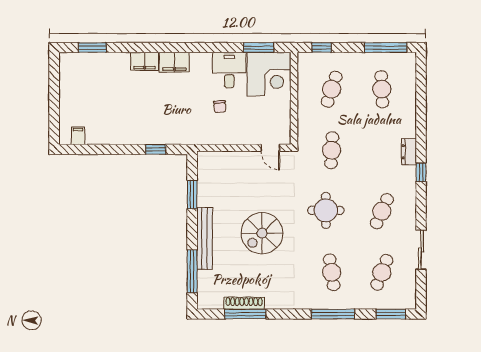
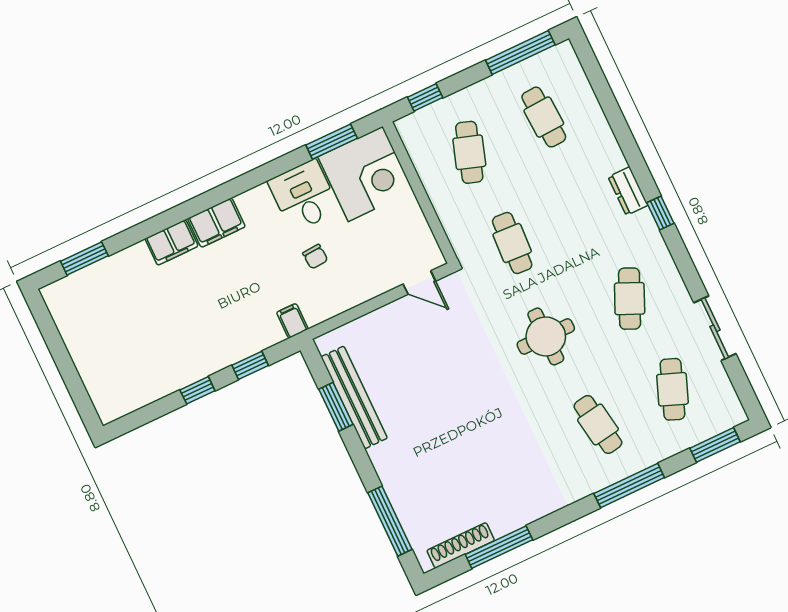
filing cabinet: (78, 136) -> (292, 321), moved
window: (120, 149) -> (197, 390), added
spiral stairs: (262, 233) -> (467, 415), removed
bench: (205, 239) -> (354, 397), moved
shoe rack: (244, 303) -> (461, 545), moved

